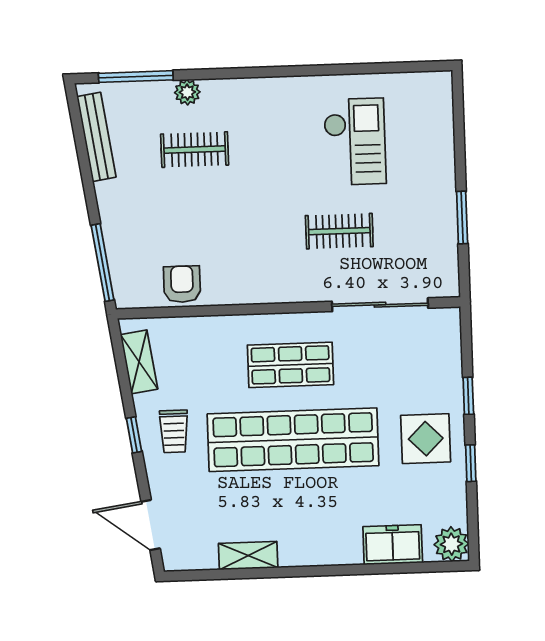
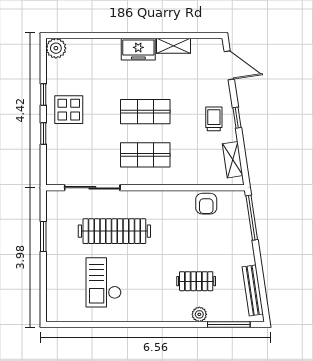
clothes rail: (339, 231) -> (114, 231), width x1.86, depth x1.31
shop shelf: (293, 440) -> (145, 112), width x0.50, depth x0.74
freezer: (393, 545) -> (138, 49), moved

